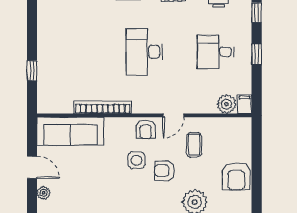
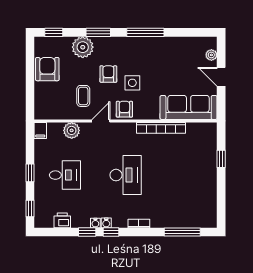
plant: (227, 104) -> (72, 130), moved
armchair: (165, 170) -> (108, 74), turned -90

